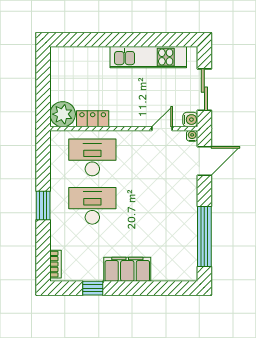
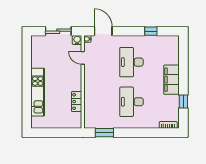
kitchen unit: (148, 57) -> (38, 92), moved
plant: (63, 114) -> (74, 120), removed
desk: (92, 157) -> (131, 62), moved
window: (43, 205) -> (104, 133), moved
window: (204, 237) -> (151, 31), width x0.32

